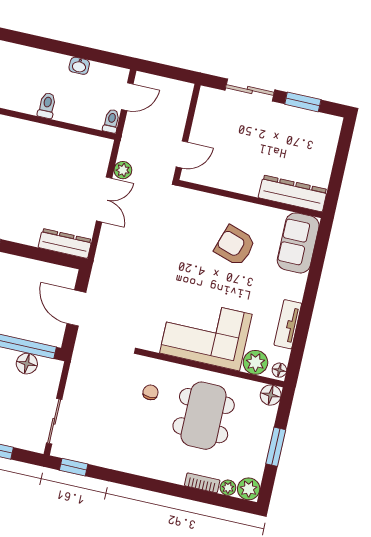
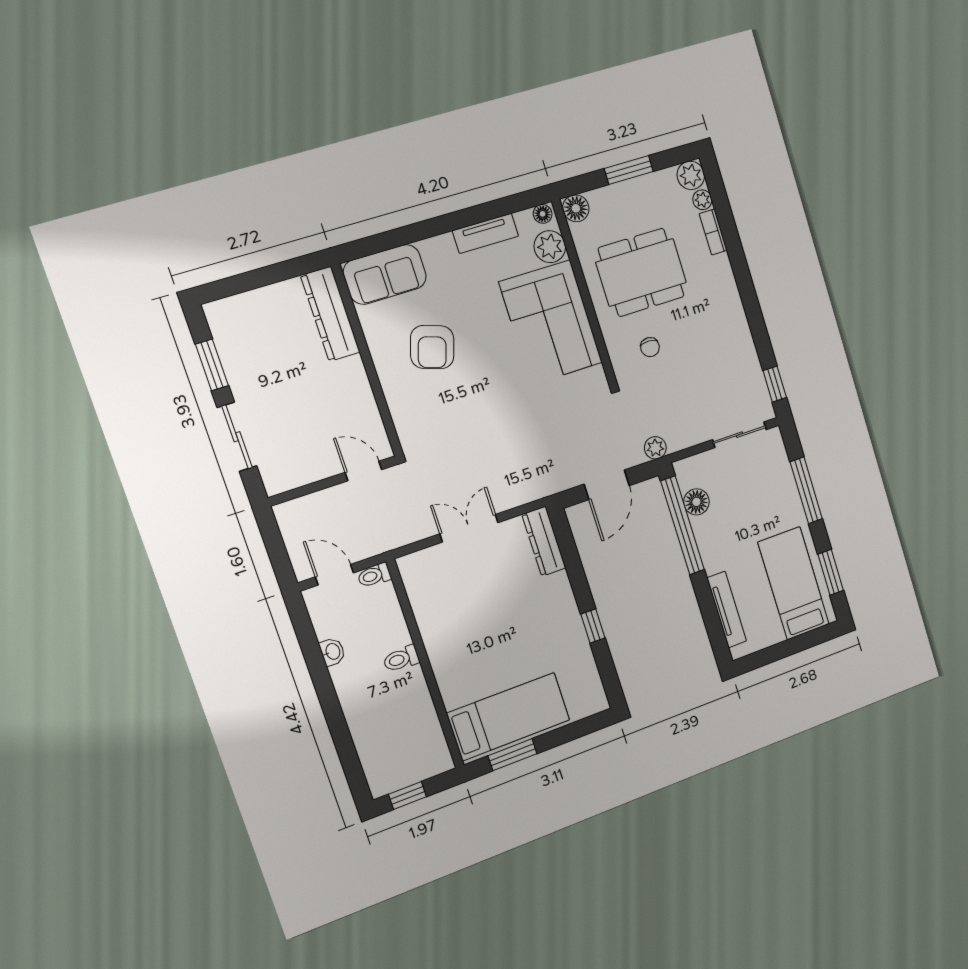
plant: (123, 170) -> (655, 448), moved
chair: (150, 392) -> (650, 347), turned -89

